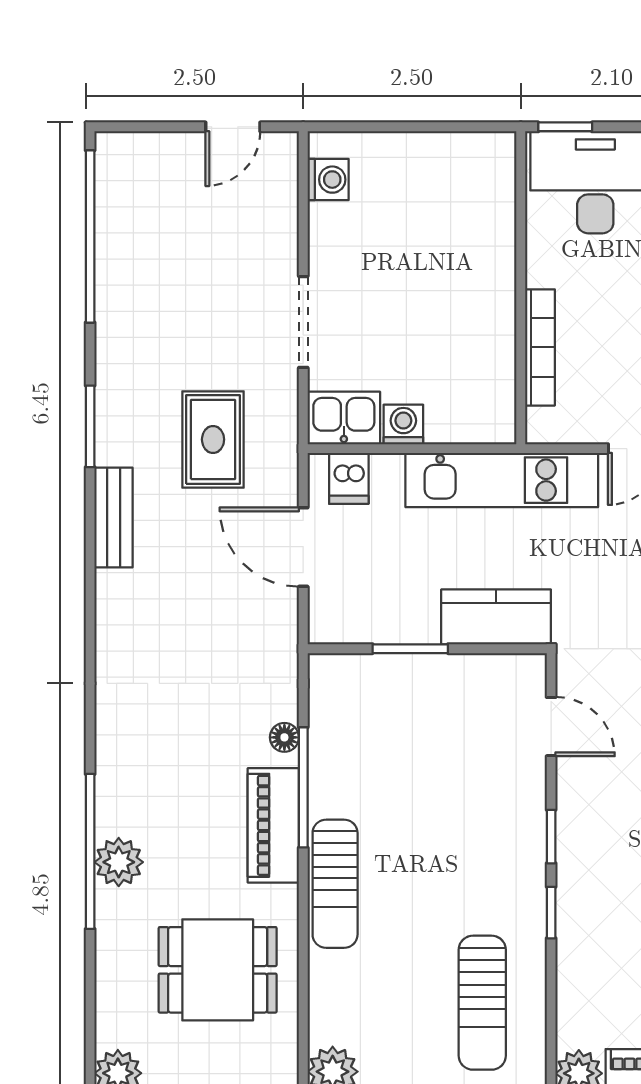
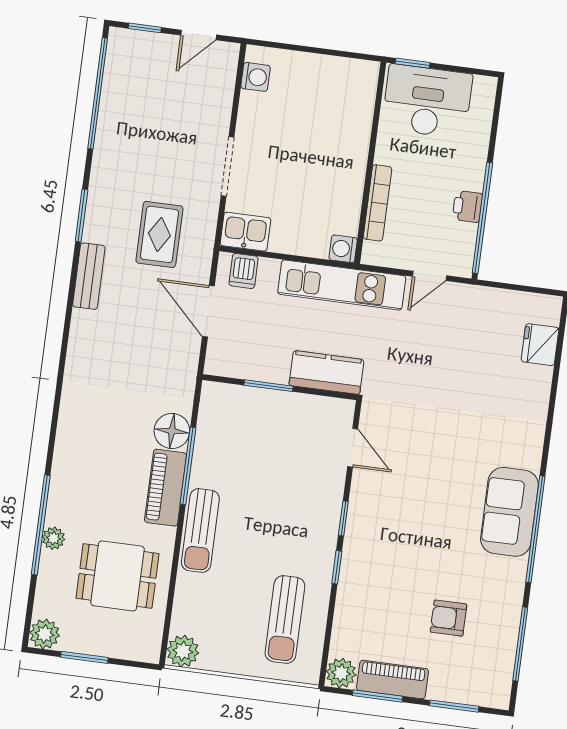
window: (149, 127) -> (145, 28), added
washing machine: (403, 424) -> (343, 249), moved, turned -90
floor lamp: (284, 737) -> (172, 431), width x1.89, depth x1.89
window: (90, 851) -> (41, 525), moved
plant: (119, 862) -> (53, 538), moved, width x0.73, depth x0.73

